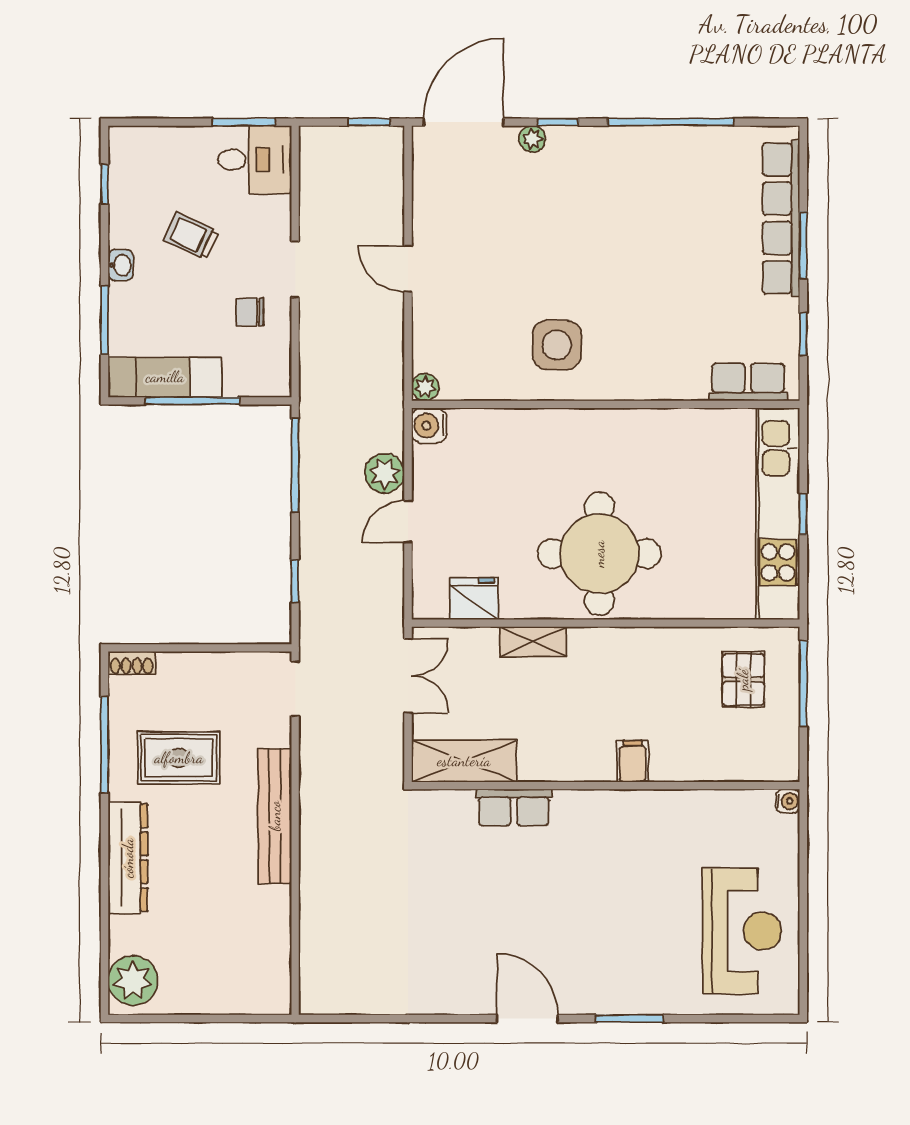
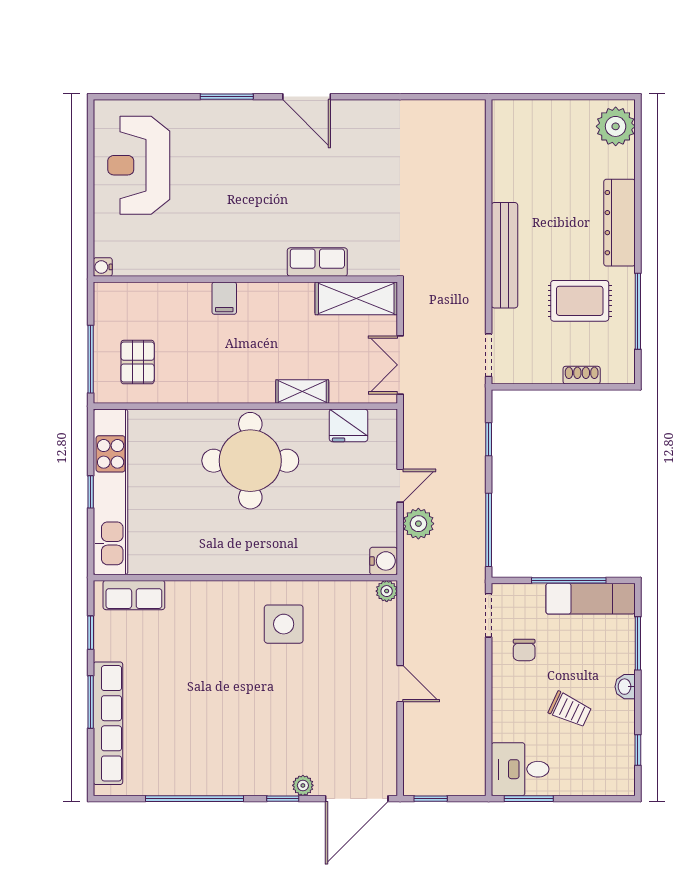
doorway: (295, 269) -> (489, 615), moved
chair: (250, 312) -> (524, 650), turned 90
shoe rack: (132, 663) -> (582, 375), moved

